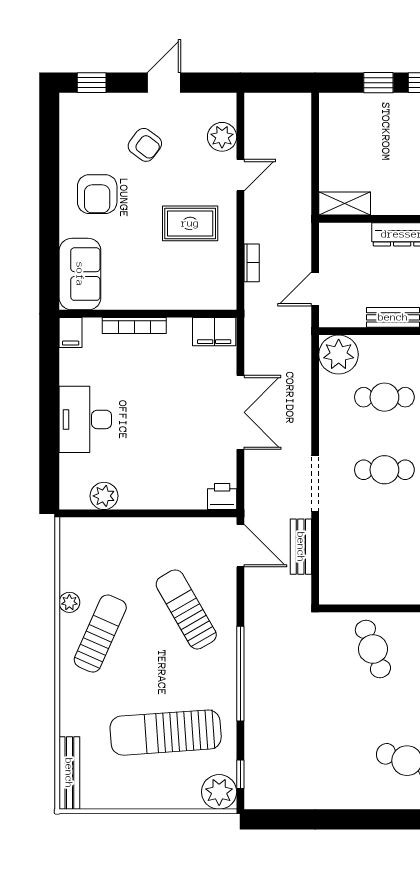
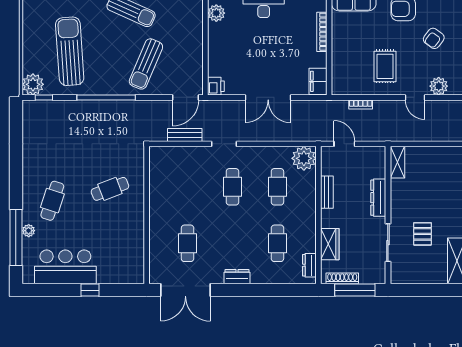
doorway: (315, 483) -> (224, 144), width x0.73
sun lounger: (186, 609) -> (146, 64), turned 143
cafe table: (373, 649) -> (110, 189), moved

